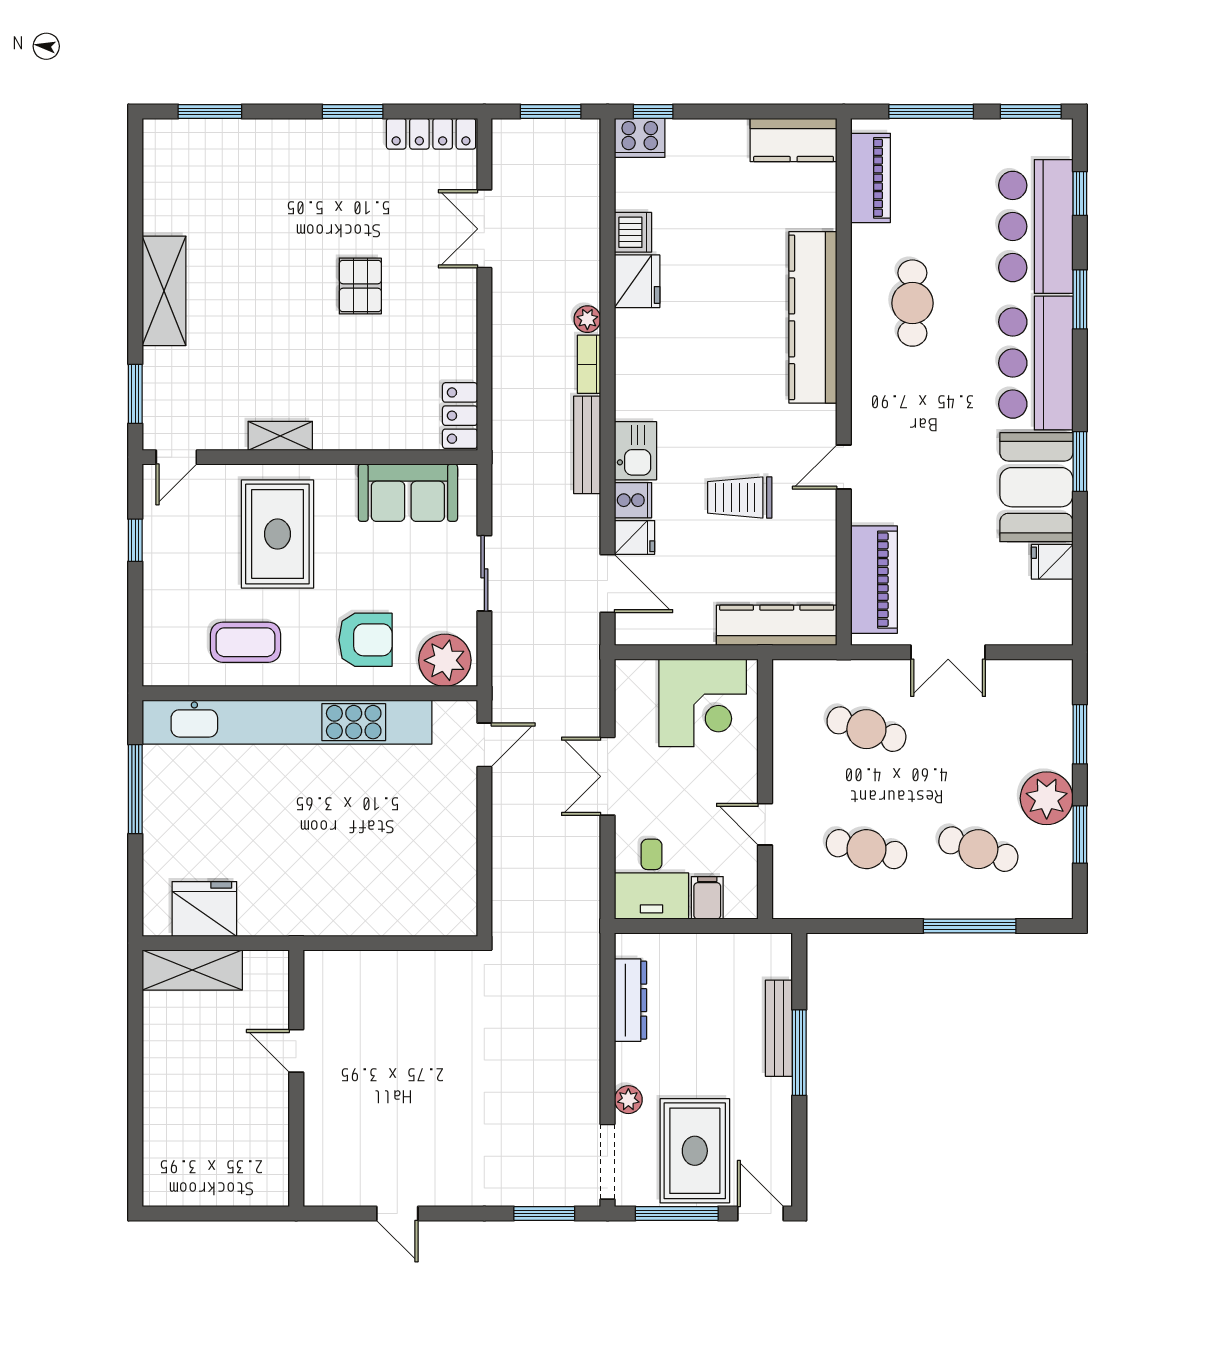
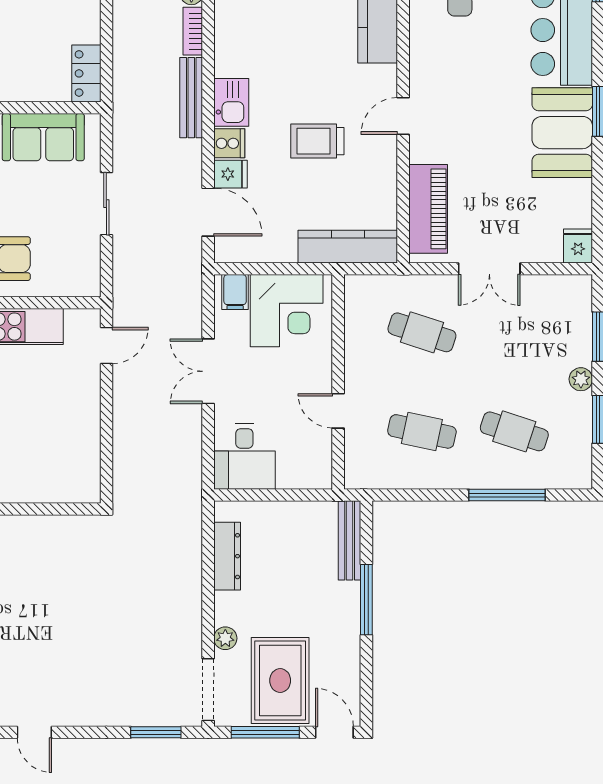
fridge: (1052, 562) -> (578, 246), moved, turned 90
plant: (445, 660) -> (74, 275), removed
plant: (1047, 798) -> (581, 379), width x0.53, depth x0.53
filing cabinet: (707, 898) -> (235, 292), moved, turned 180
bench: (779, 1028) -> (350, 540), moved

